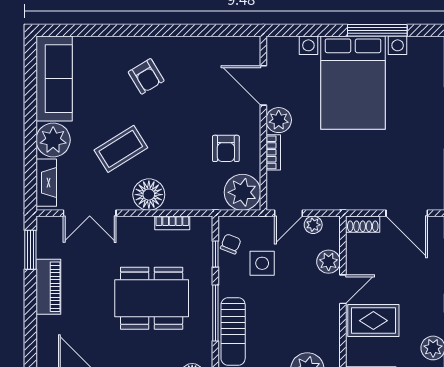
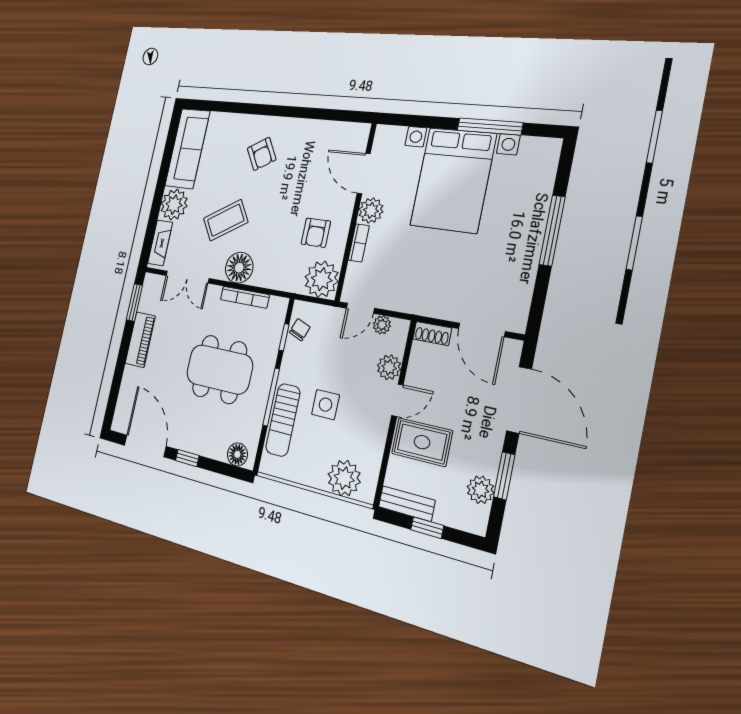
bookcase: (172, 223) -> (245, 297), width x1.56
side table: (262, 263) -> (325, 405), moved

